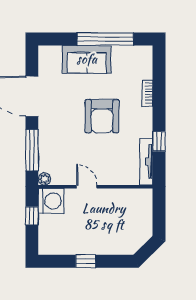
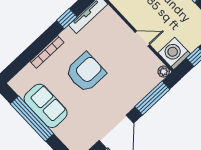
sofa: (87, 59) -> (46, 106), moved
bookcase: (147, 93) -> (47, 52), width x1.56
door: (87, 187) -> (142, 38), swing flipped

